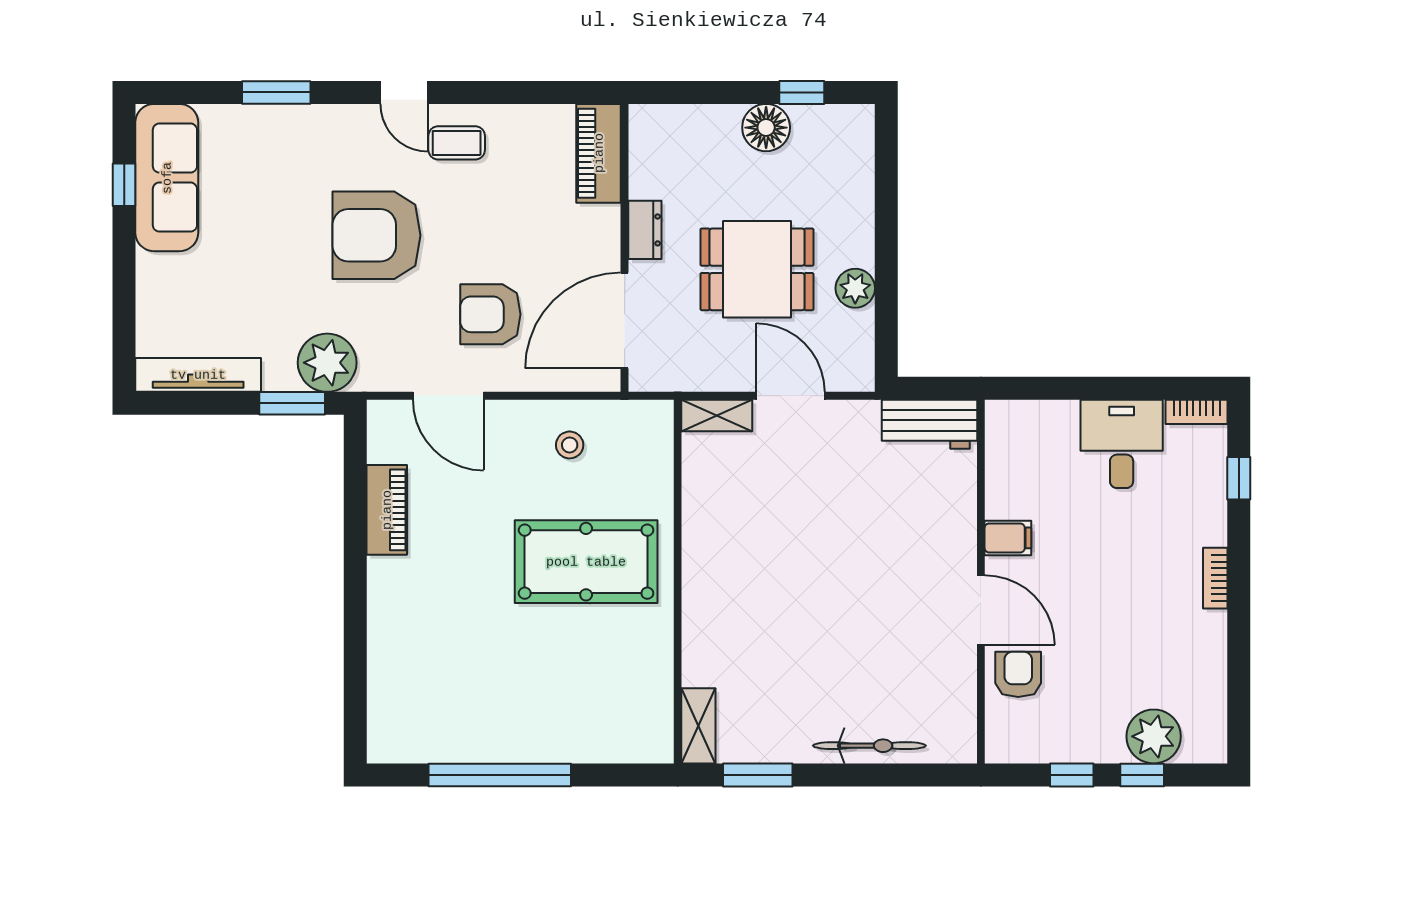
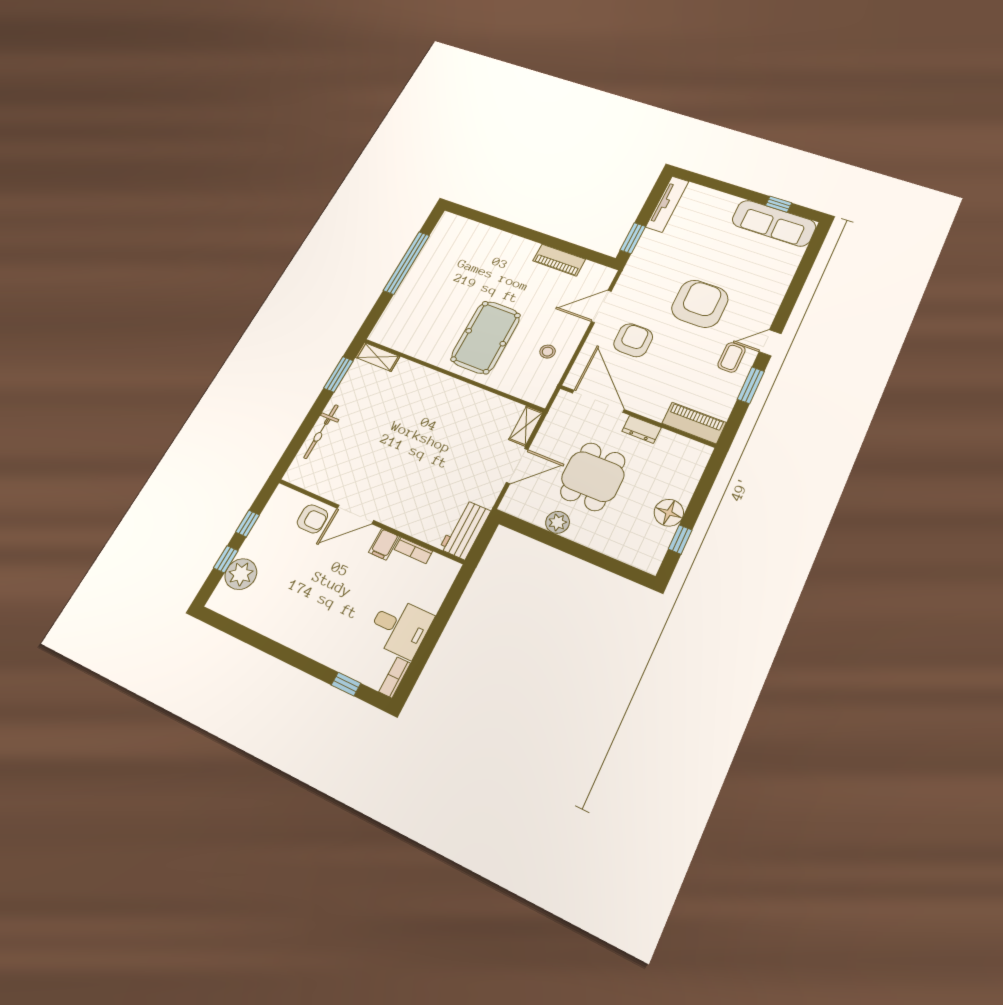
window: (276, 92) -> (751, 385), moved
plant: (327, 363) -> (645, 260), removed
bookcase: (1215, 578) -> (413, 550), moved, turned 180

